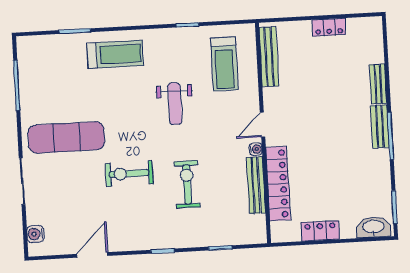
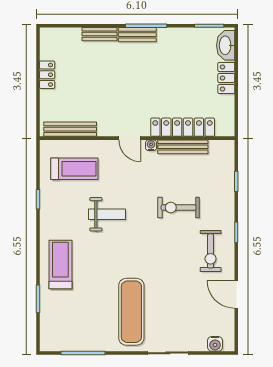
exercise bike: (129, 174) -> (211, 251), moved
locker: (320, 231) -> (226, 78), moved

